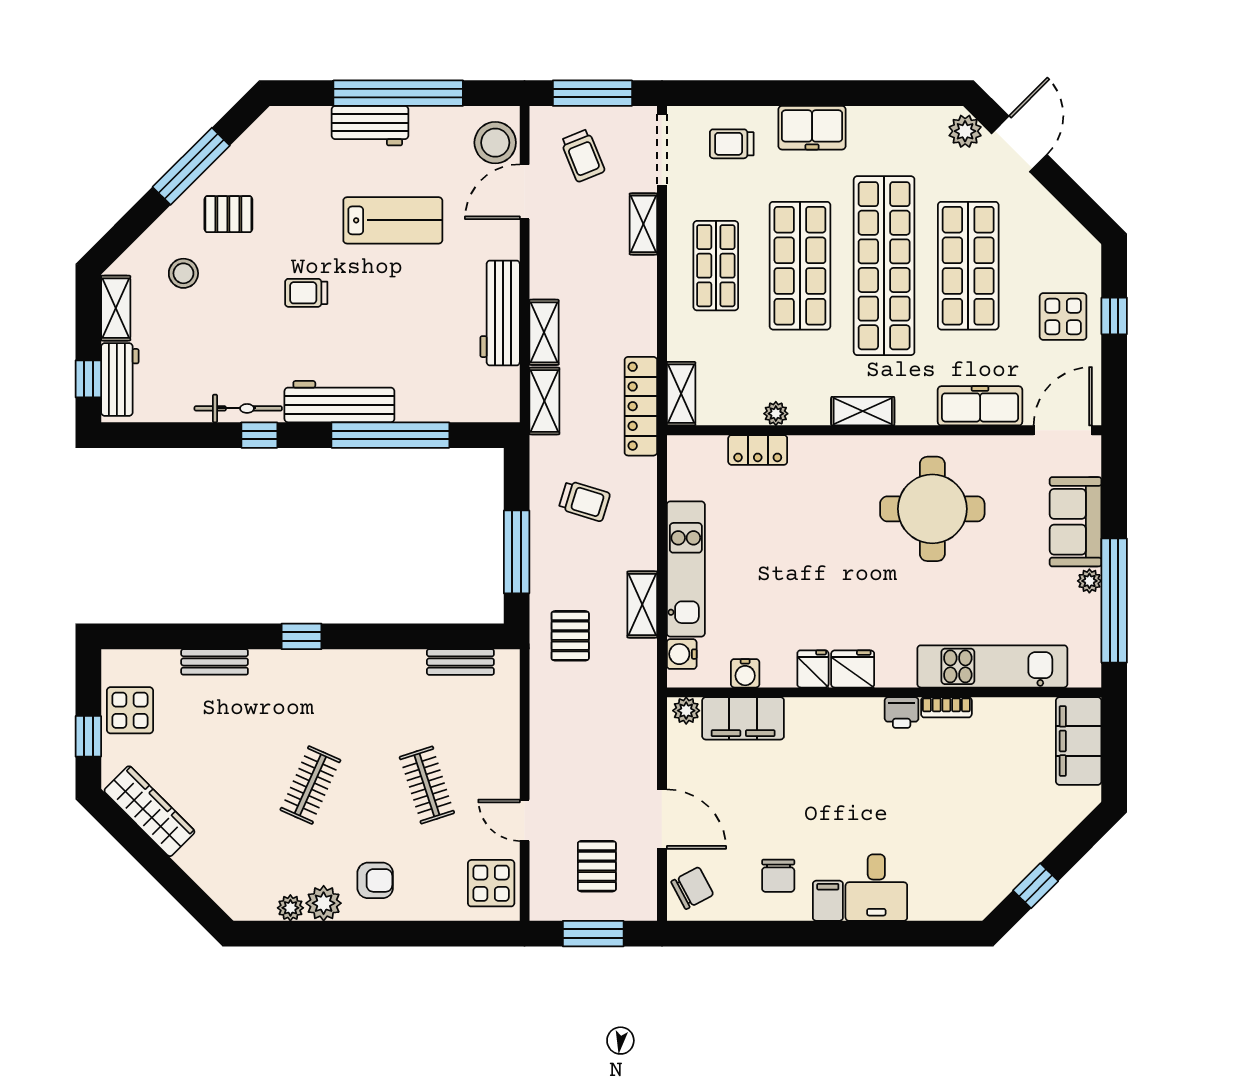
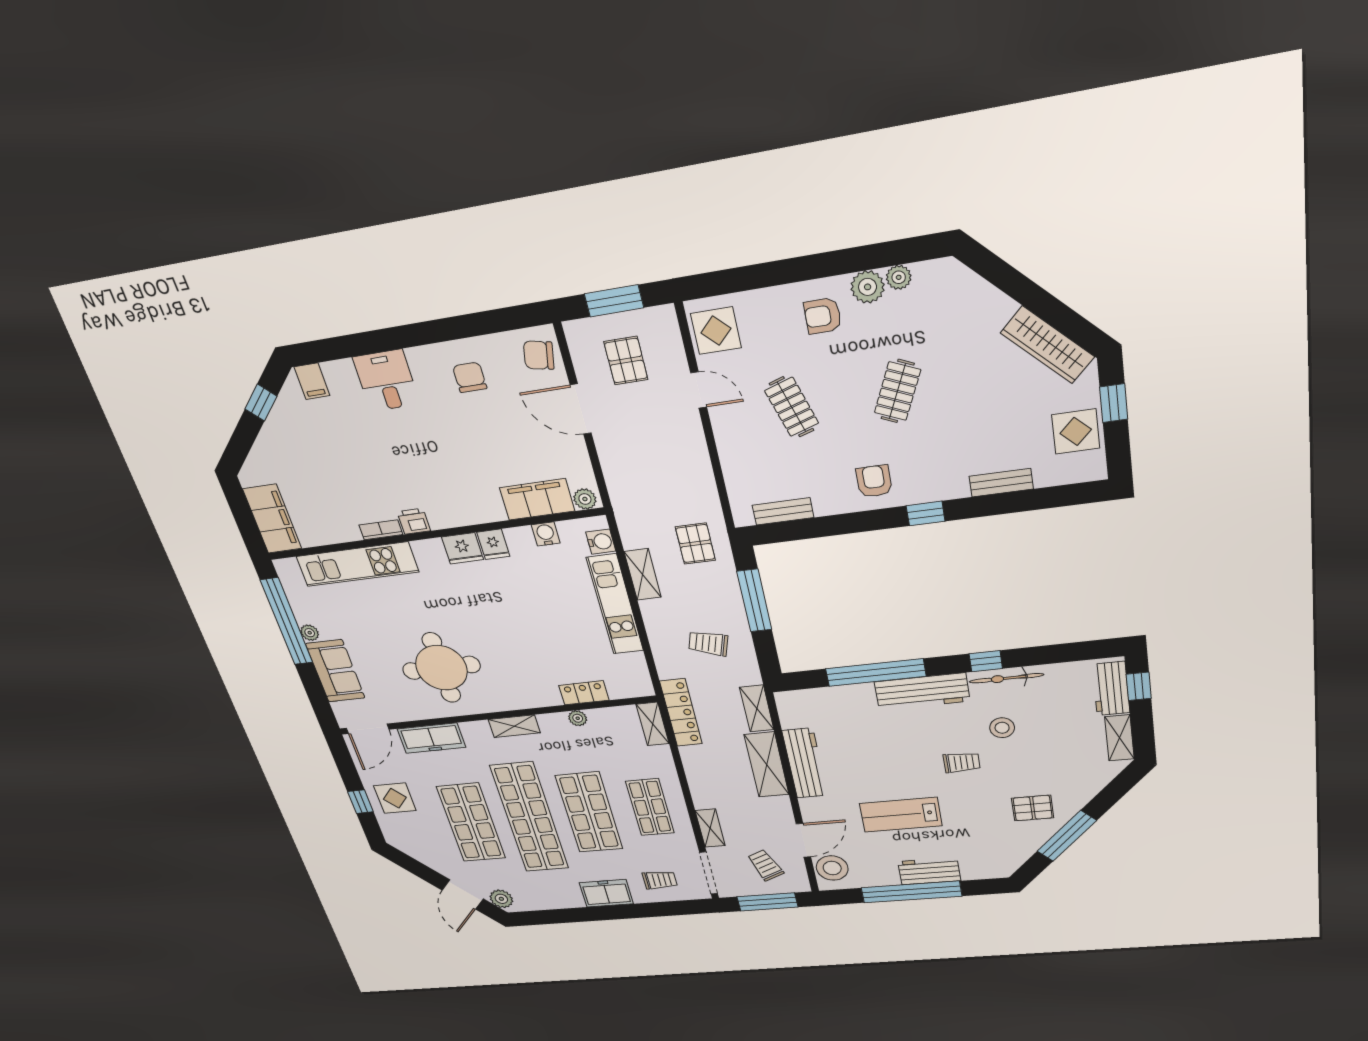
stool: (183, 273) -> (1002, 728), moved
shelving: (544, 332) -> (767, 765), width x1.50, depth x1.33
armchair: (352, 684) -> (874, 481), added
chair: (692, 888) -> (539, 355), turned 39
filing cabinet: (828, 901) -> (312, 381), moved

